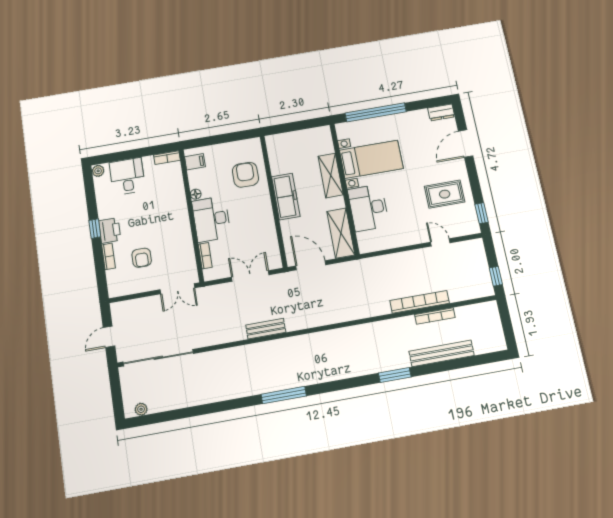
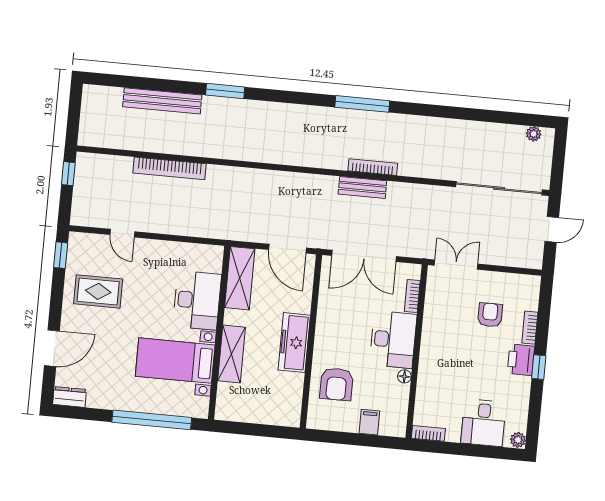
filing cabinet: (195, 162) -> (369, 422), moved, turned 90
double door: (250, 276) -> (364, 256), width x1.37
bookcase: (435, 316) -> (373, 167), moved

